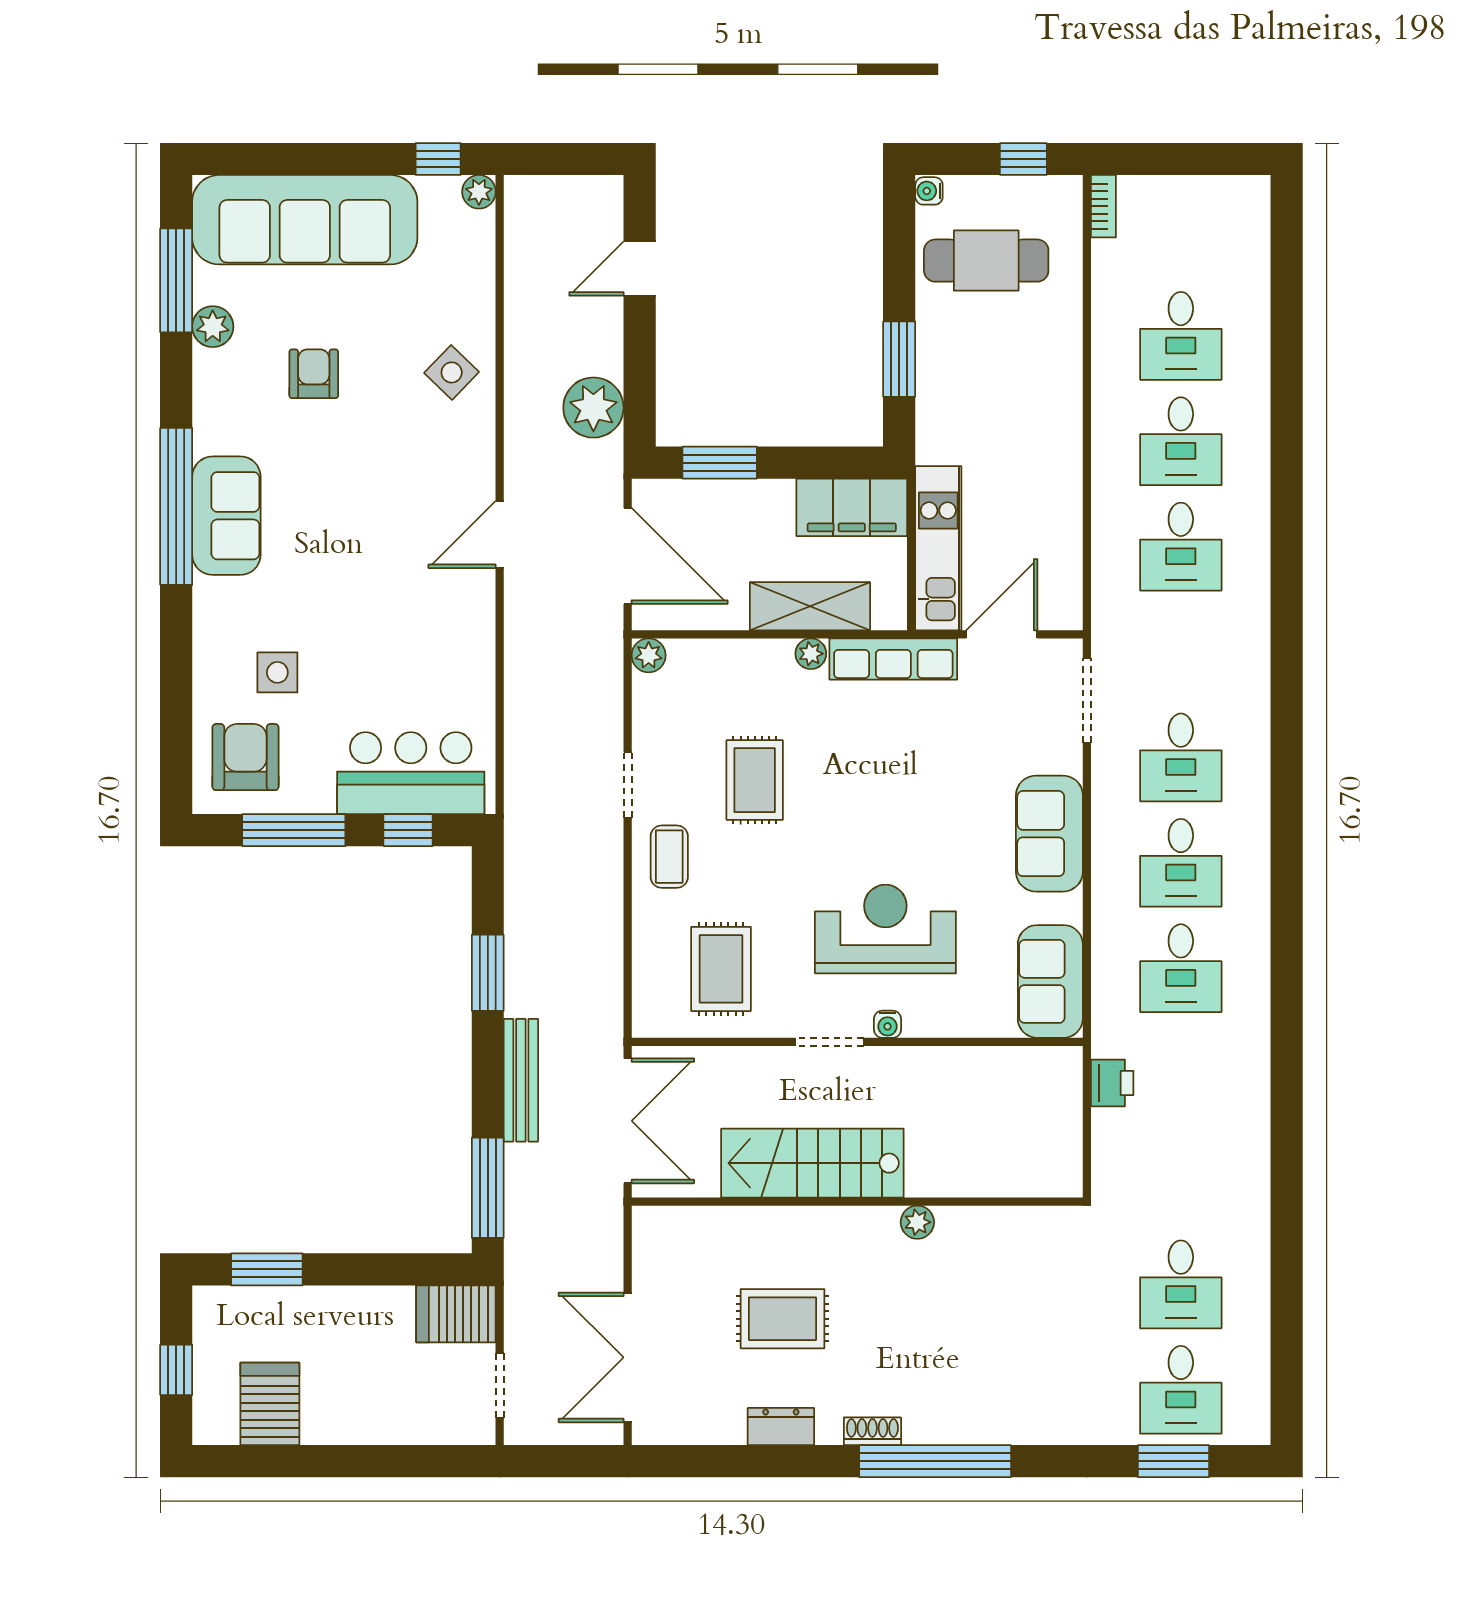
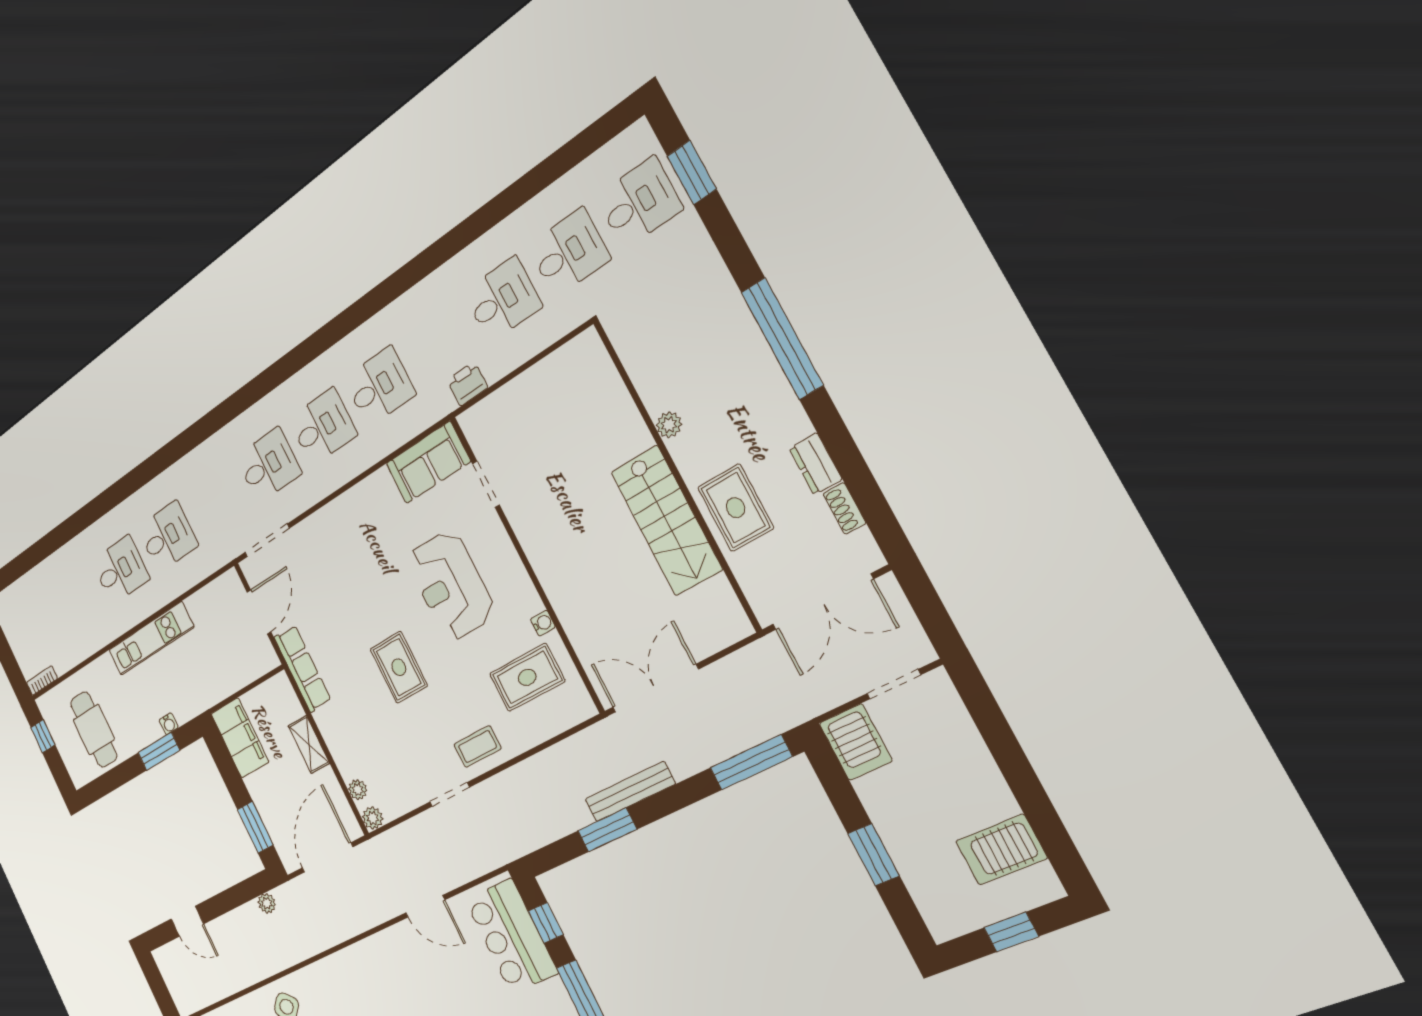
water cooler: (929, 191) -> (169, 724), moved
desk: (1181, 336) -> (502, 299), moved
plant: (593, 408) -> (267, 903), width x0.53, depth x0.53
door: (500, 534) -> (425, 906), moved
kitchen unit: (938, 548) -> (151, 639), moved, turned 180
shelving: (810, 606) -> (309, 744), width x0.67, depth x0.75
door: (1002, 634) -> (259, 612), swing flipped
plant: (811, 654) -> (358, 790), moved
rug: (755, 780) -> (399, 667), moved, turned 90
sofa: (1049, 834) -> (347, 517), removed
water cooler: (887, 1024) -> (543, 623), moved
doorway: (829, 1042) -> (486, 484), moved
bench: (521, 1080) -> (630, 792), moved
stairs: (812, 1163) -> (666, 521), moved
wall: (857, 1202) -> (676, 474), moved
plant: (917, 1222) -> (669, 425), moved
window: (267, 1269) -> (873, 855), moved
shoe rack: (872, 1431) -> (844, 509), moved

